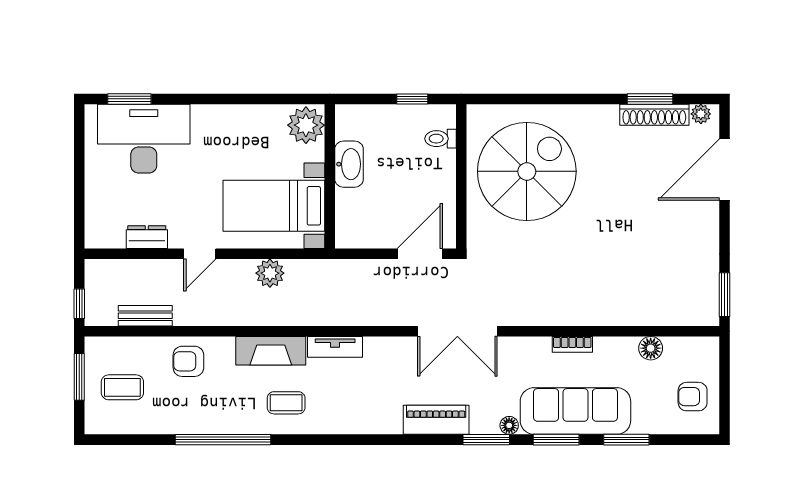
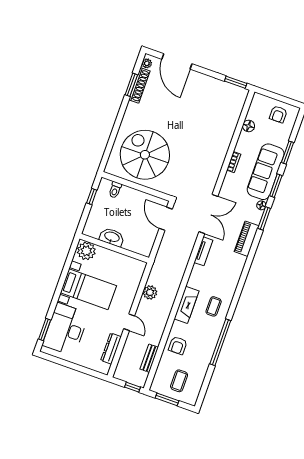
bed with nightstands: (274, 206) -> (88, 289), moved, turned -90
dresser: (147, 237) -> (111, 349), width x1.44
tv unit: (335, 347) -> (203, 251), moved

